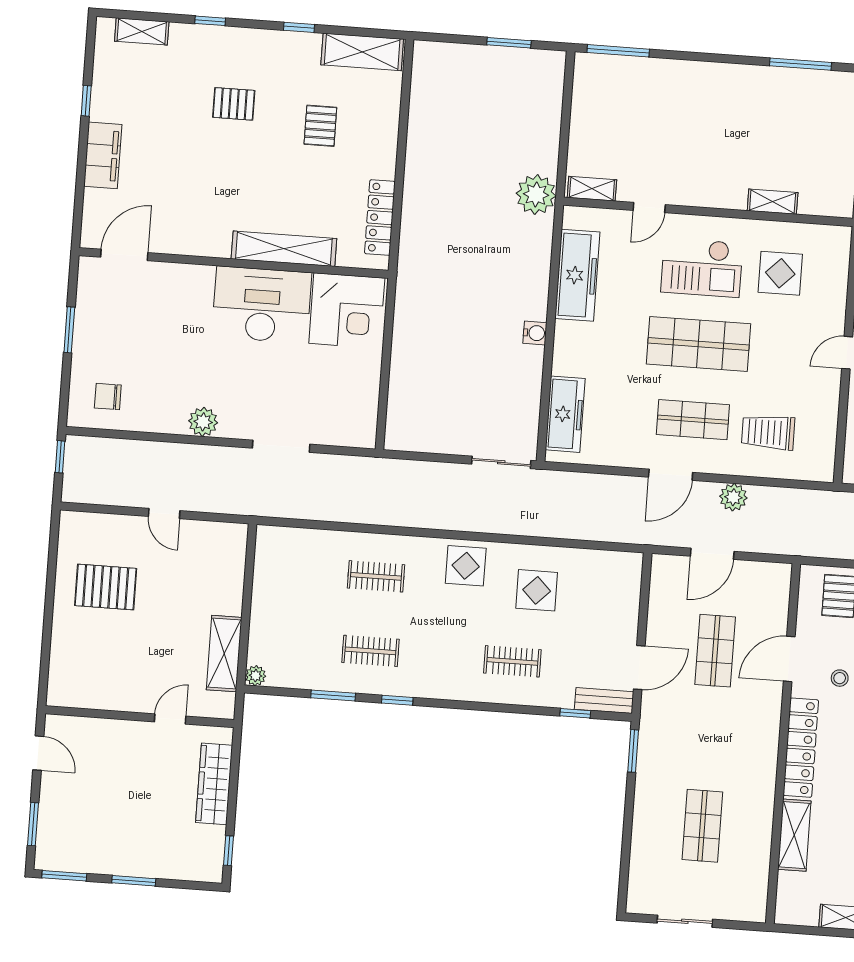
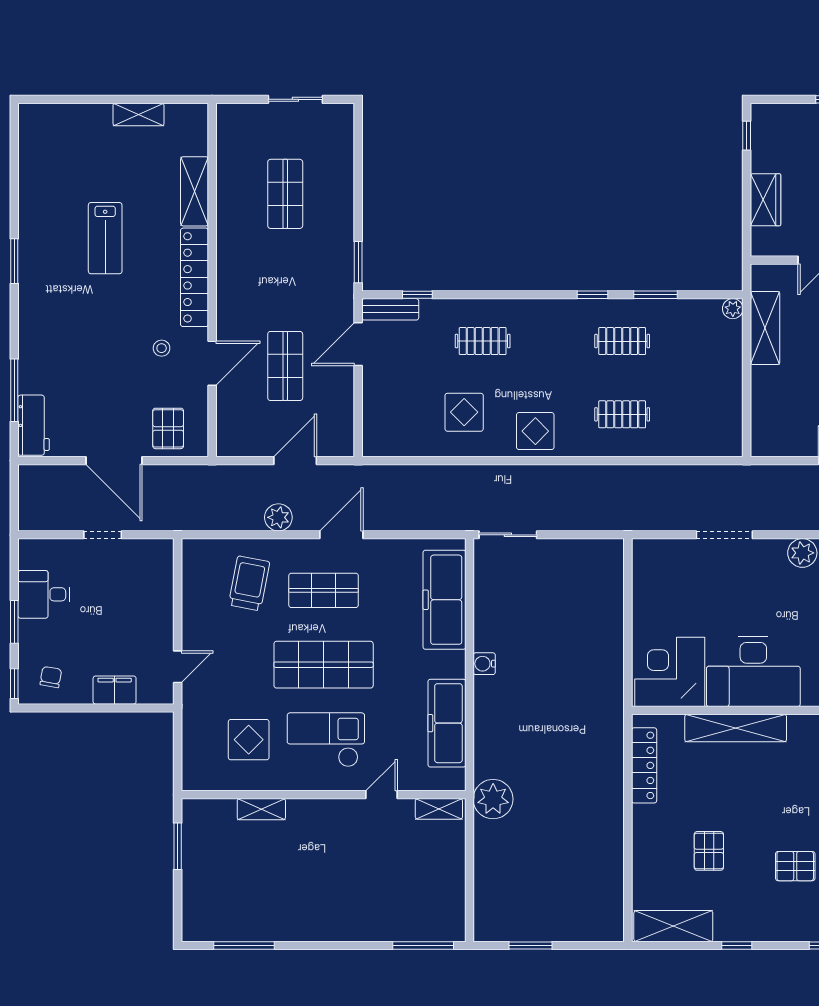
freezer: (565, 414) -> (444, 600), width x1.36, depth x1.26
trolley: (768, 432) -> (249, 583), turned -79
wardrobe: (214, 784) -> (766, 200), width x0.67

